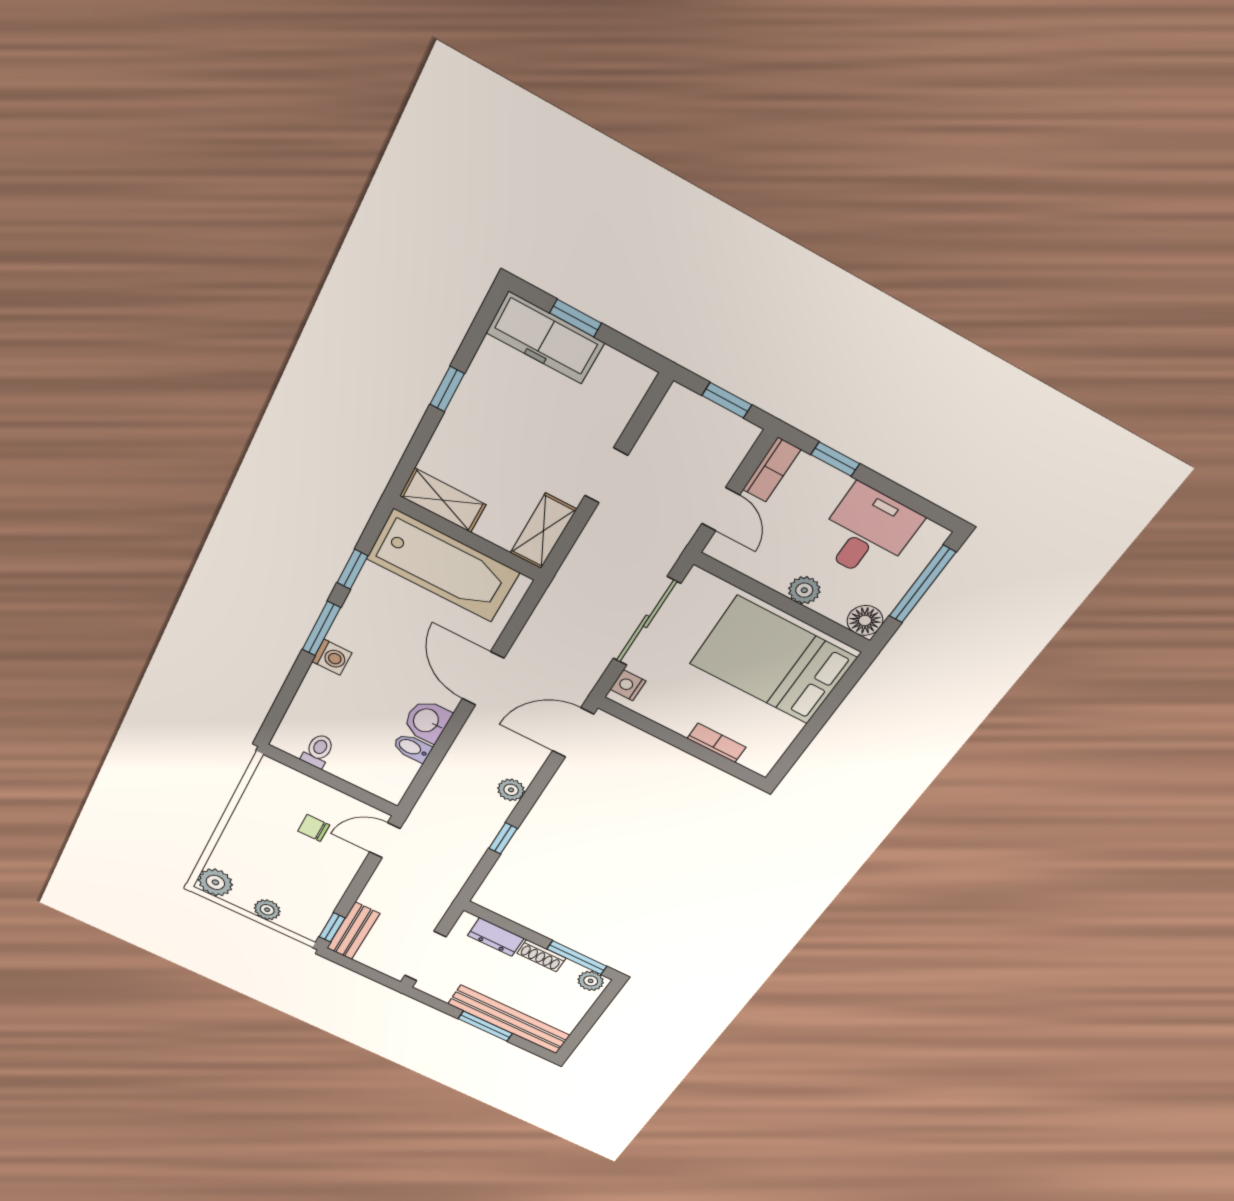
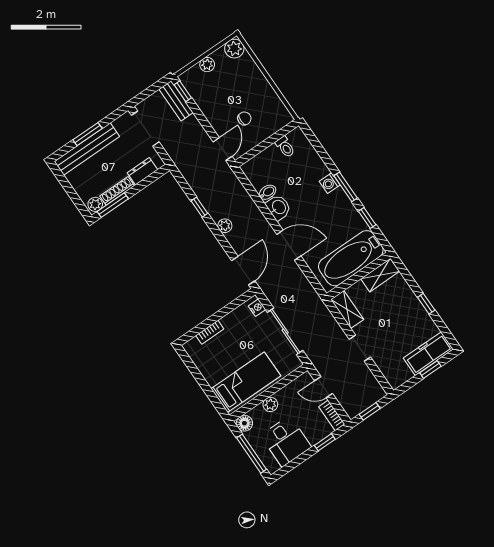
bed: (773, 661) -> (246, 382), width x0.67
shoe rack: (541, 956) -> (117, 191), width x1.43

